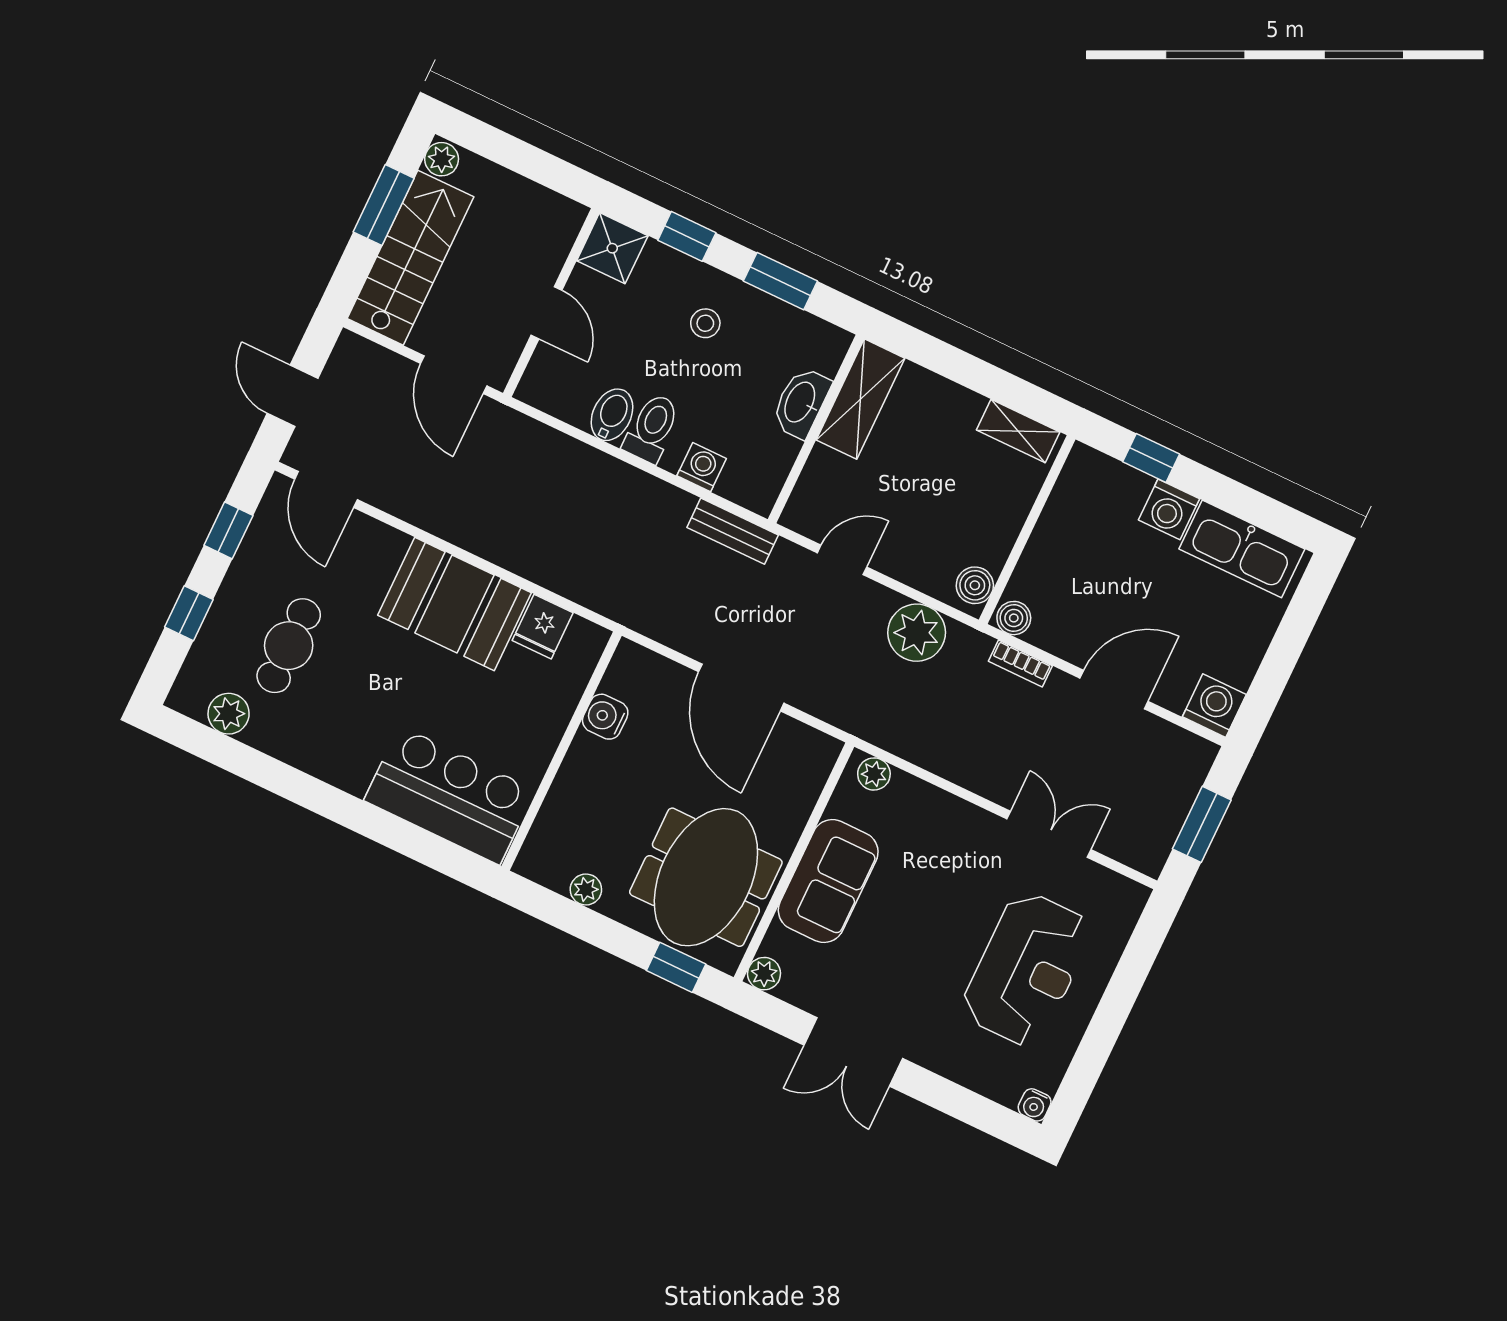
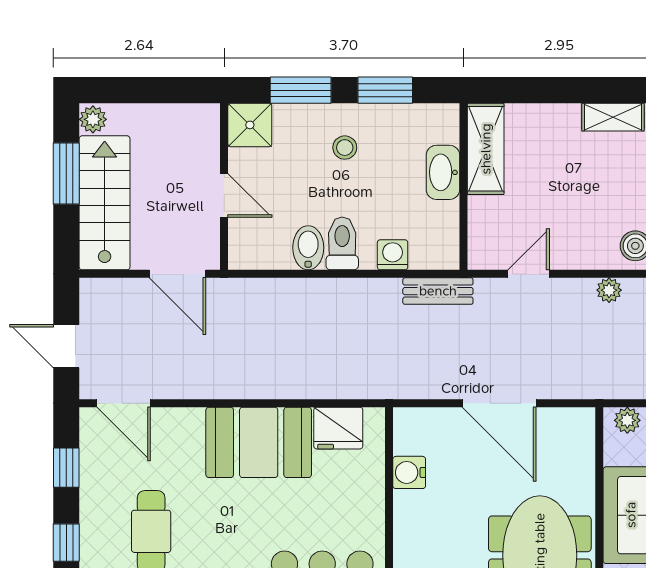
window: (687, 236) -> (301, 90), width x1.50
fridge: (543, 627) -> (338, 428), width x1.38
plant: (917, 633) -> (609, 290), width x0.53, depth x0.53

